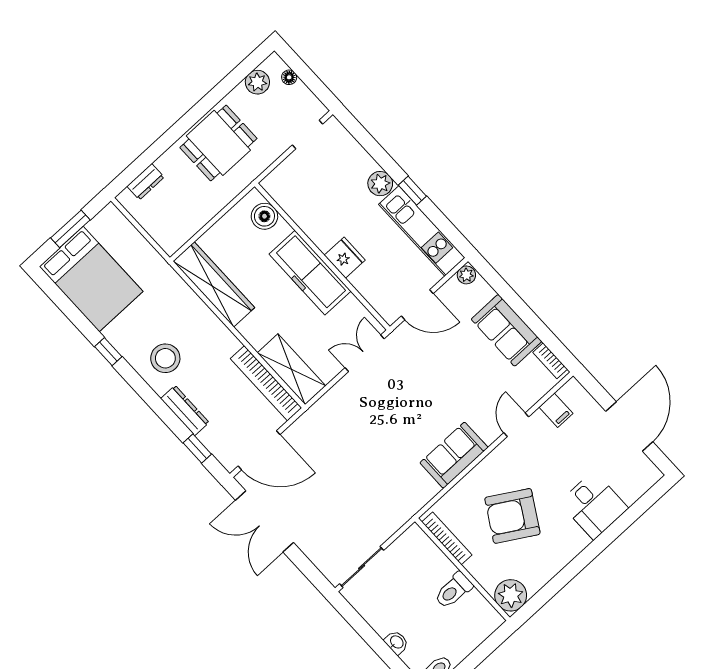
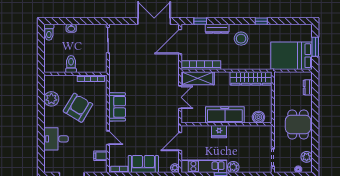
bed: (91, 279) -> (292, 56), moved
double door: (365, 353) -> (180, 97), moved
plant: (511, 595) -> (51, 99), moved

